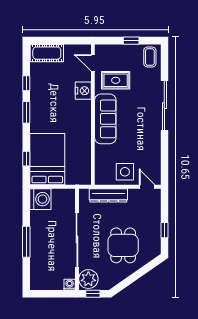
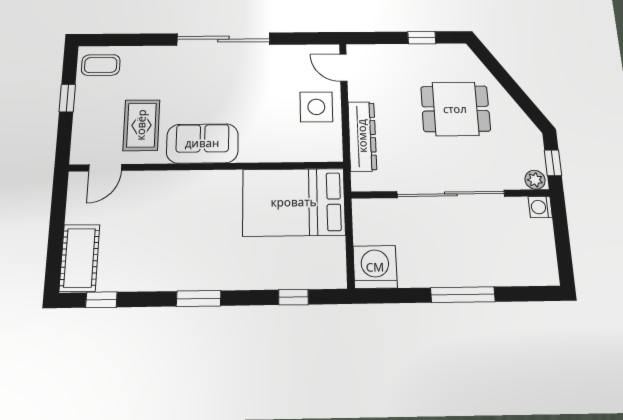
window: (26, 83) -> (101, 300), moved
nightstand: (83, 91) -> (159, 185), removed
sliding door: (164, 106) -> (223, 39), moved
sofa: (105, 119) -> (202, 143), width x0.73
bed: (47, 159) -> (294, 202), moved
door: (147, 187) -> (343, 68), hinge flipped
plant: (88, 279) -> (535, 180), width x0.53, depth x0.53

